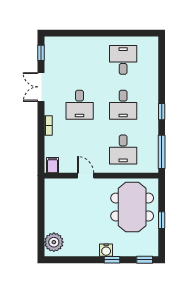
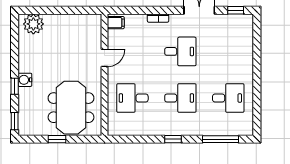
desk: (80, 105) -> (180, 51), turned 180
desk: (123, 105) -> (180, 98), turned 180
window: (162, 152) -> (220, 139), moved
meeting table: (132, 207) -> (71, 108), turned 90

